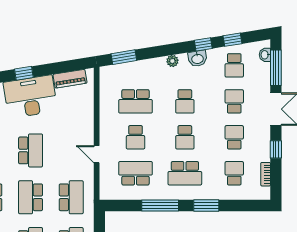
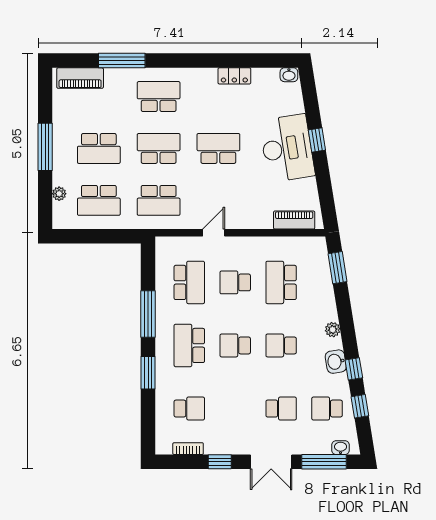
piano: (70, 79) -> (294, 220), moved, turned 99
school desk: (234, 137) -> (235, 409), removed
school desk: (31, 150) -> (218, 148), turned 180

